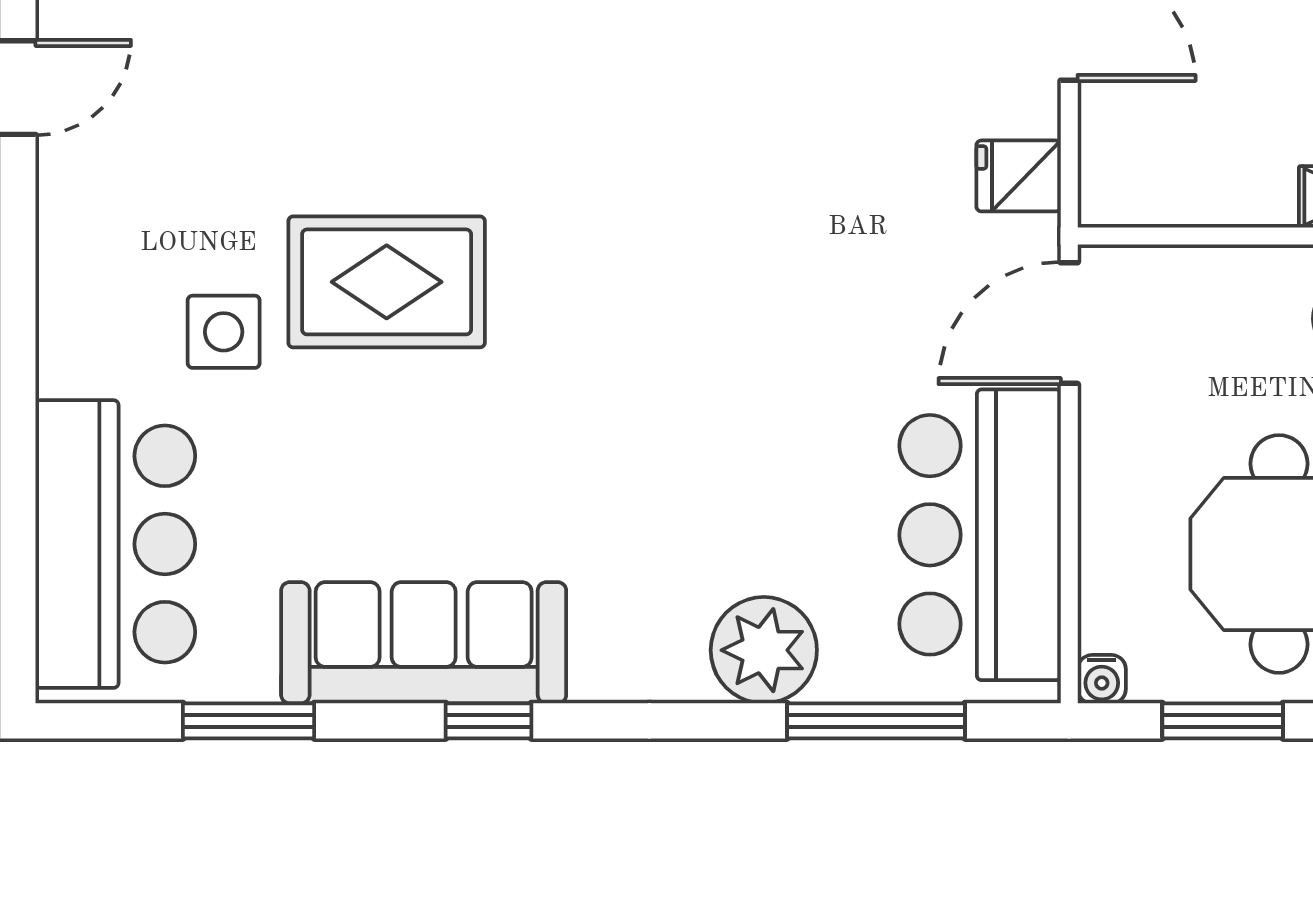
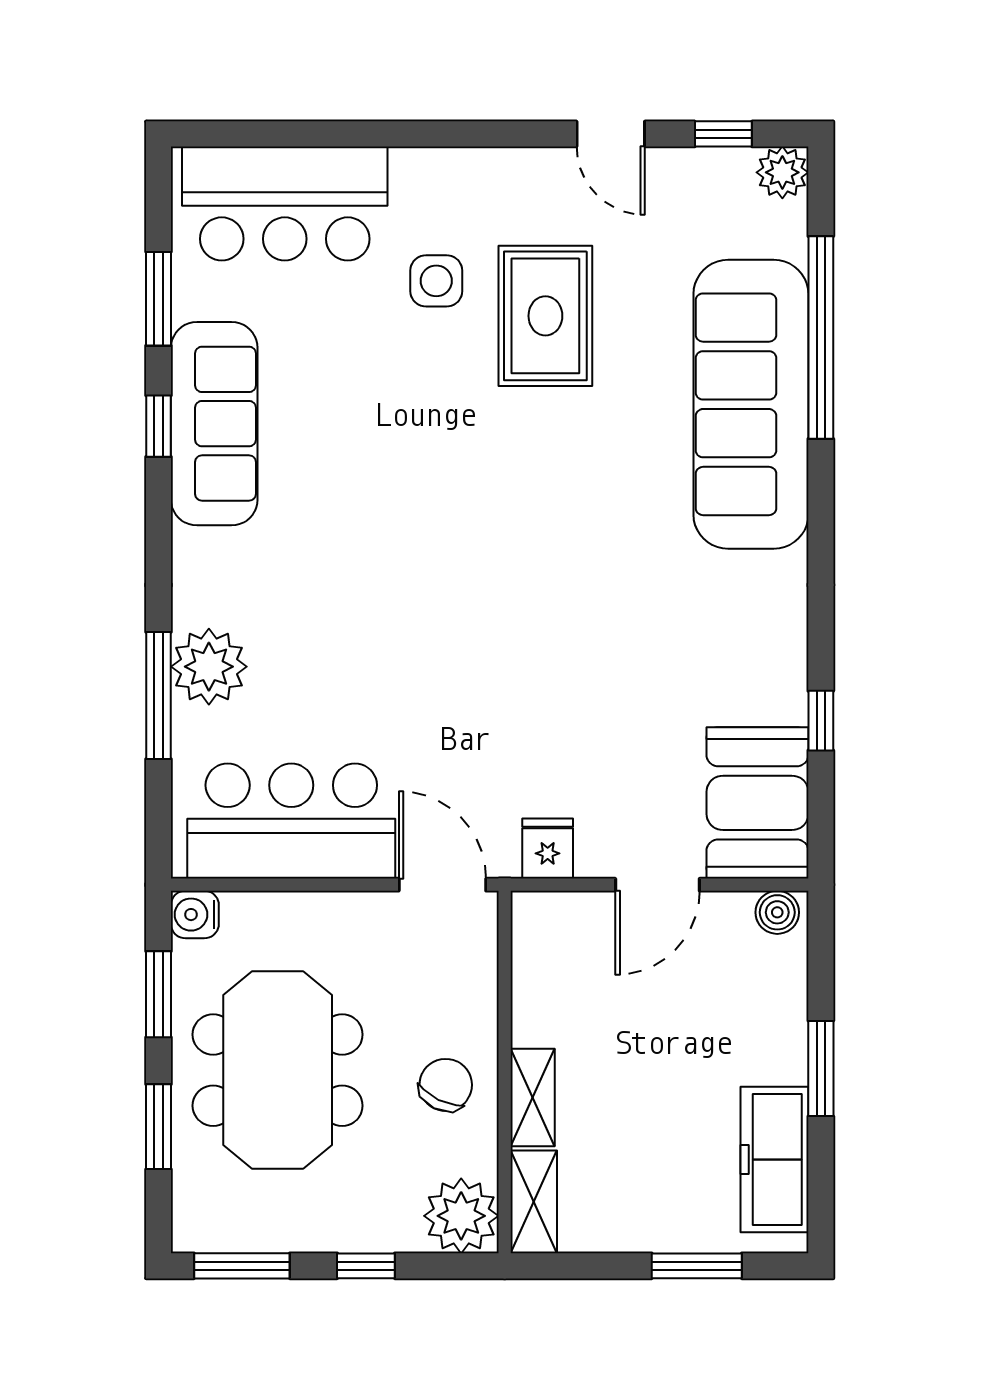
rug: (387, 282) -> (545, 316), moved
water cooler: (1102, 679) -> (195, 915), width x1.38, depth x1.38
window: (488, 721) -> (158, 426), moved
window: (876, 721) -> (158, 695), moved

